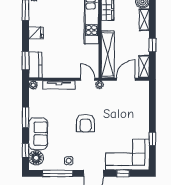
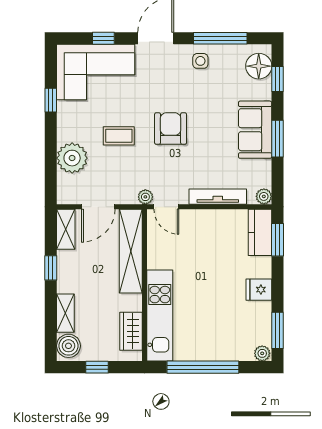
plant: (140, 106) -> (72, 158), added
coffee table: (114, 119) -> (119, 136), added
sofa: (38, 134) -> (255, 130), moved

